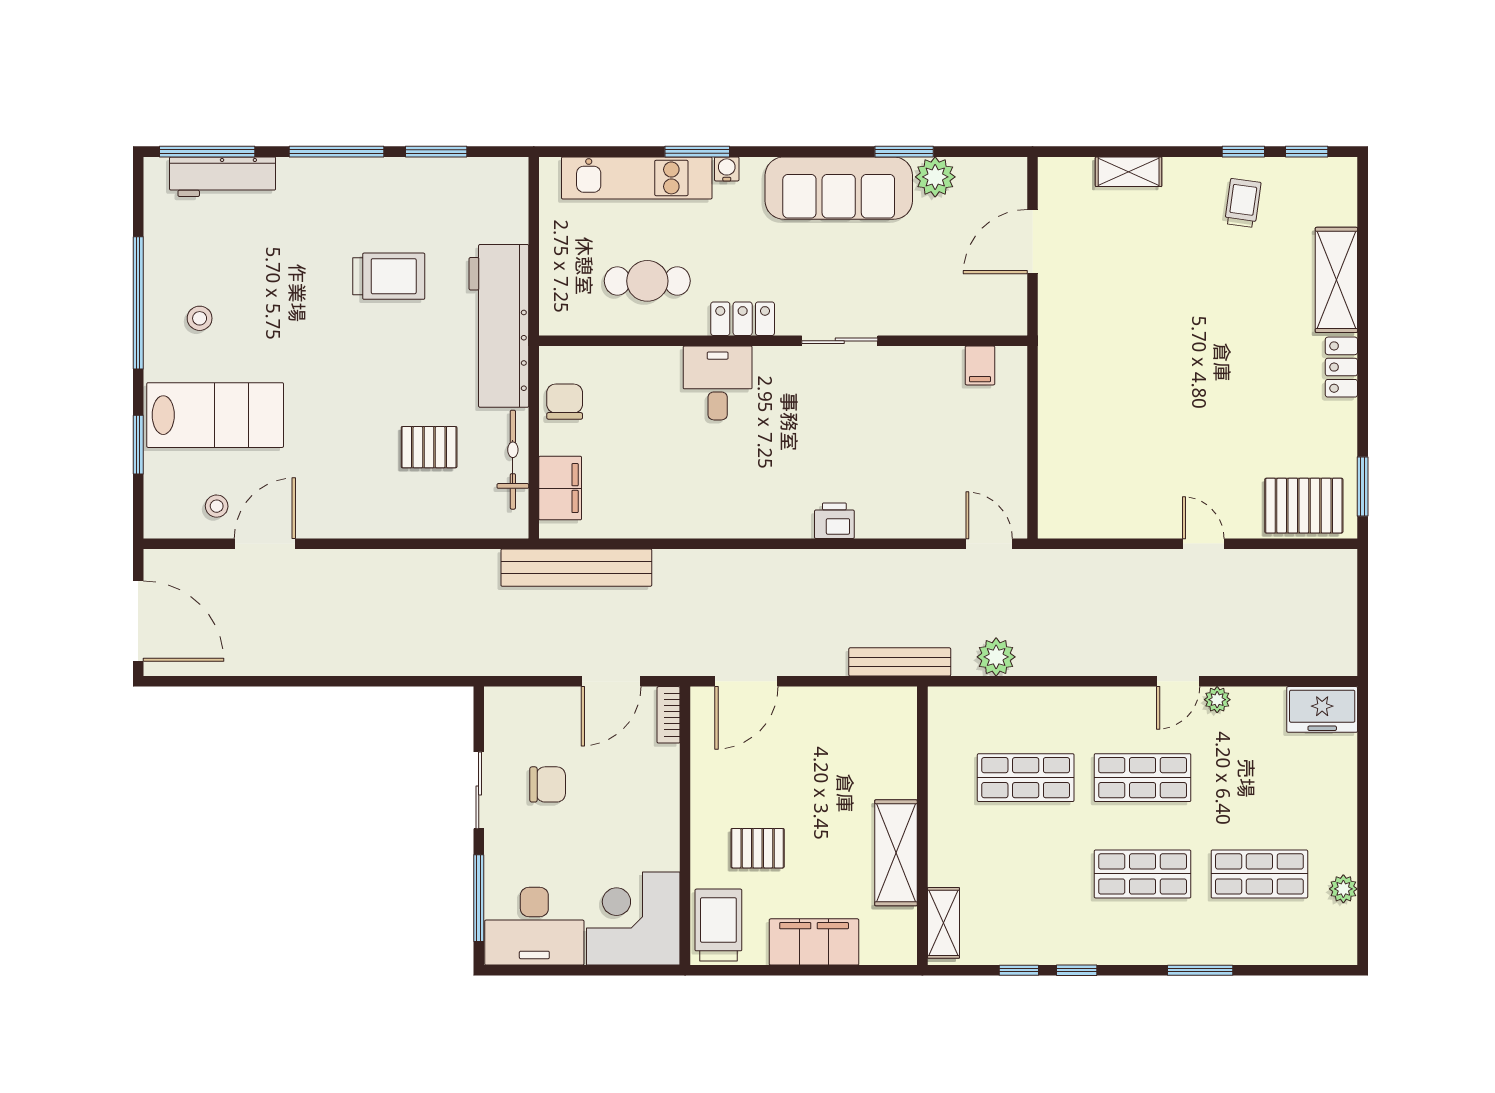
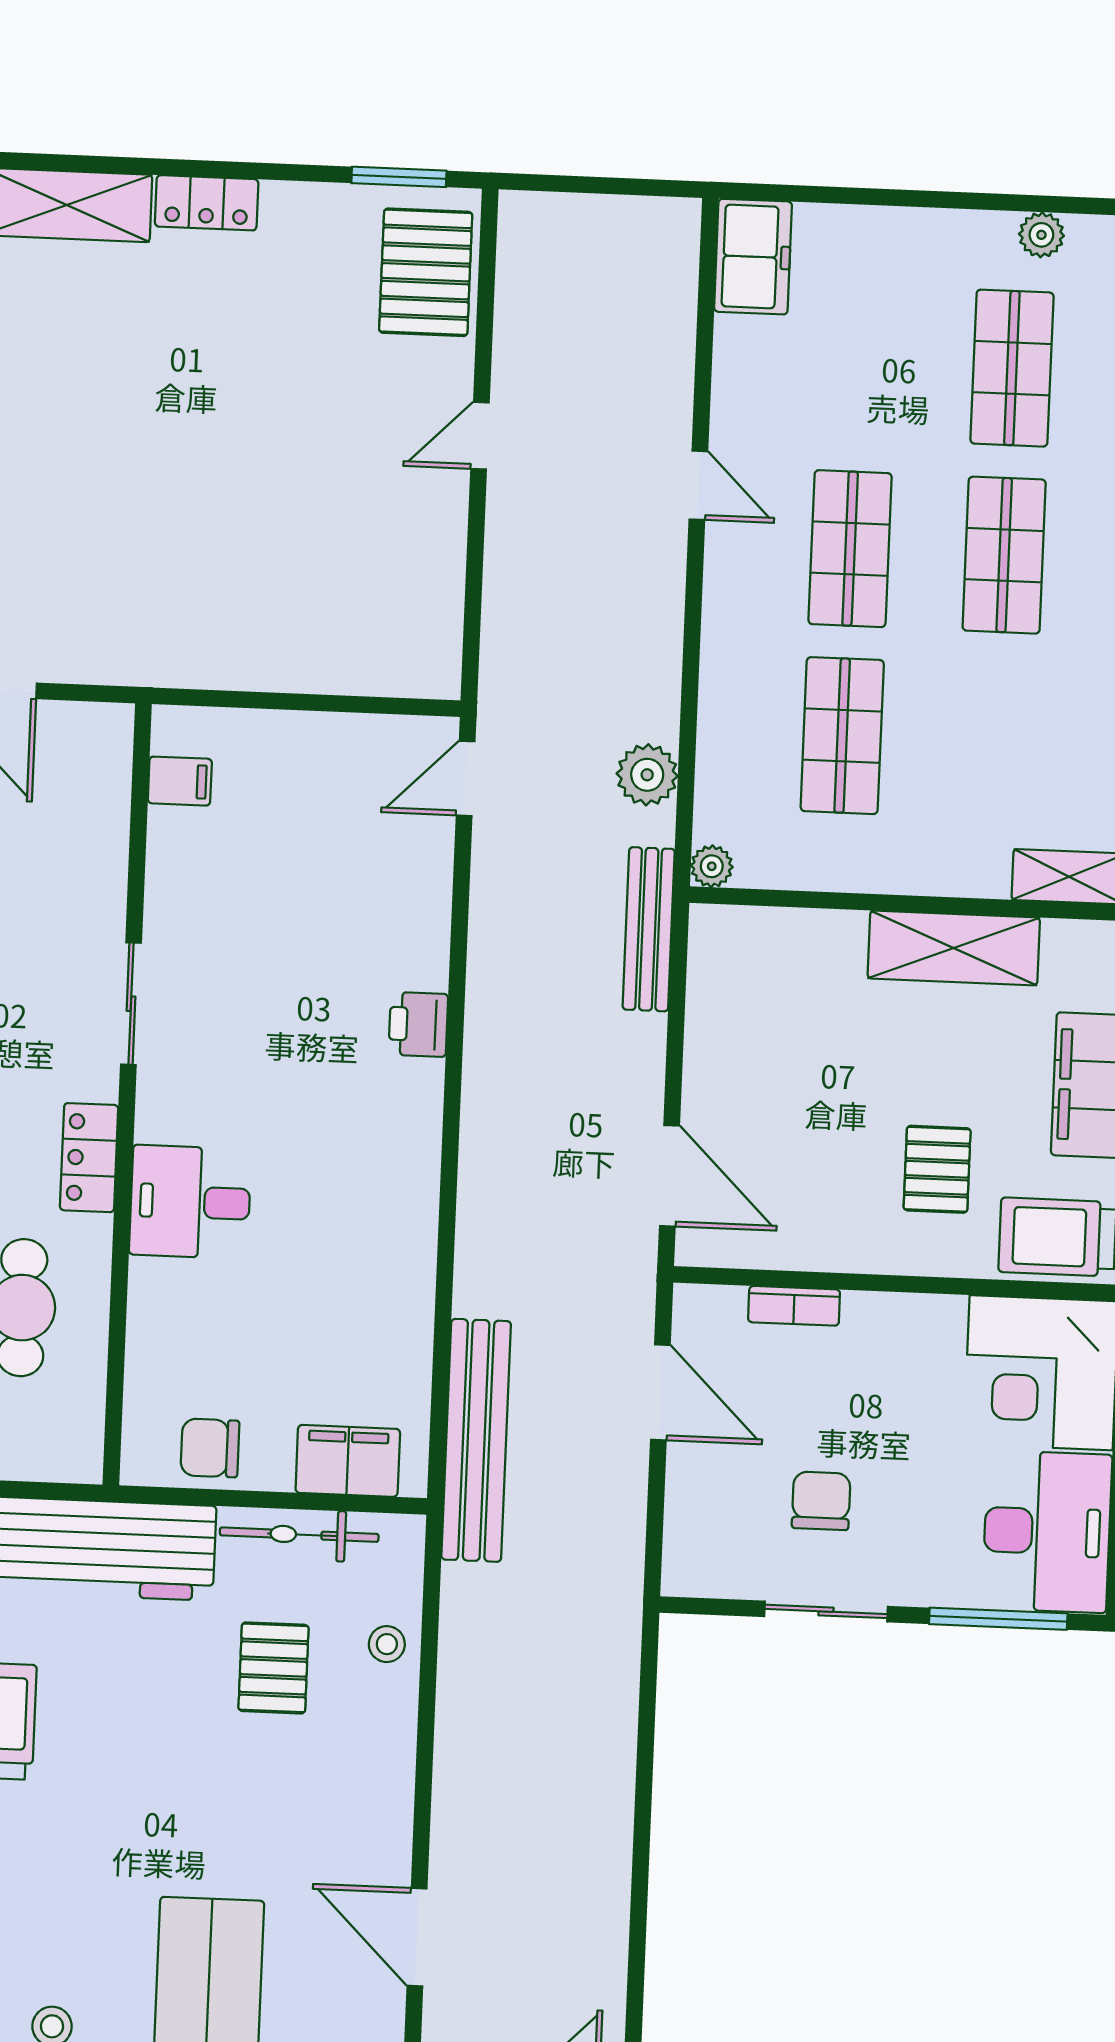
stool: (217, 506) -> (387, 1644), moved
plant: (1217, 700) -> (712, 866), moved
bookcase: (669, 715) -> (794, 1306), moved

